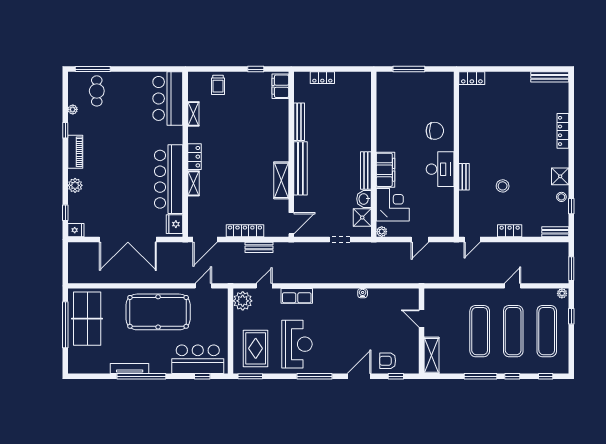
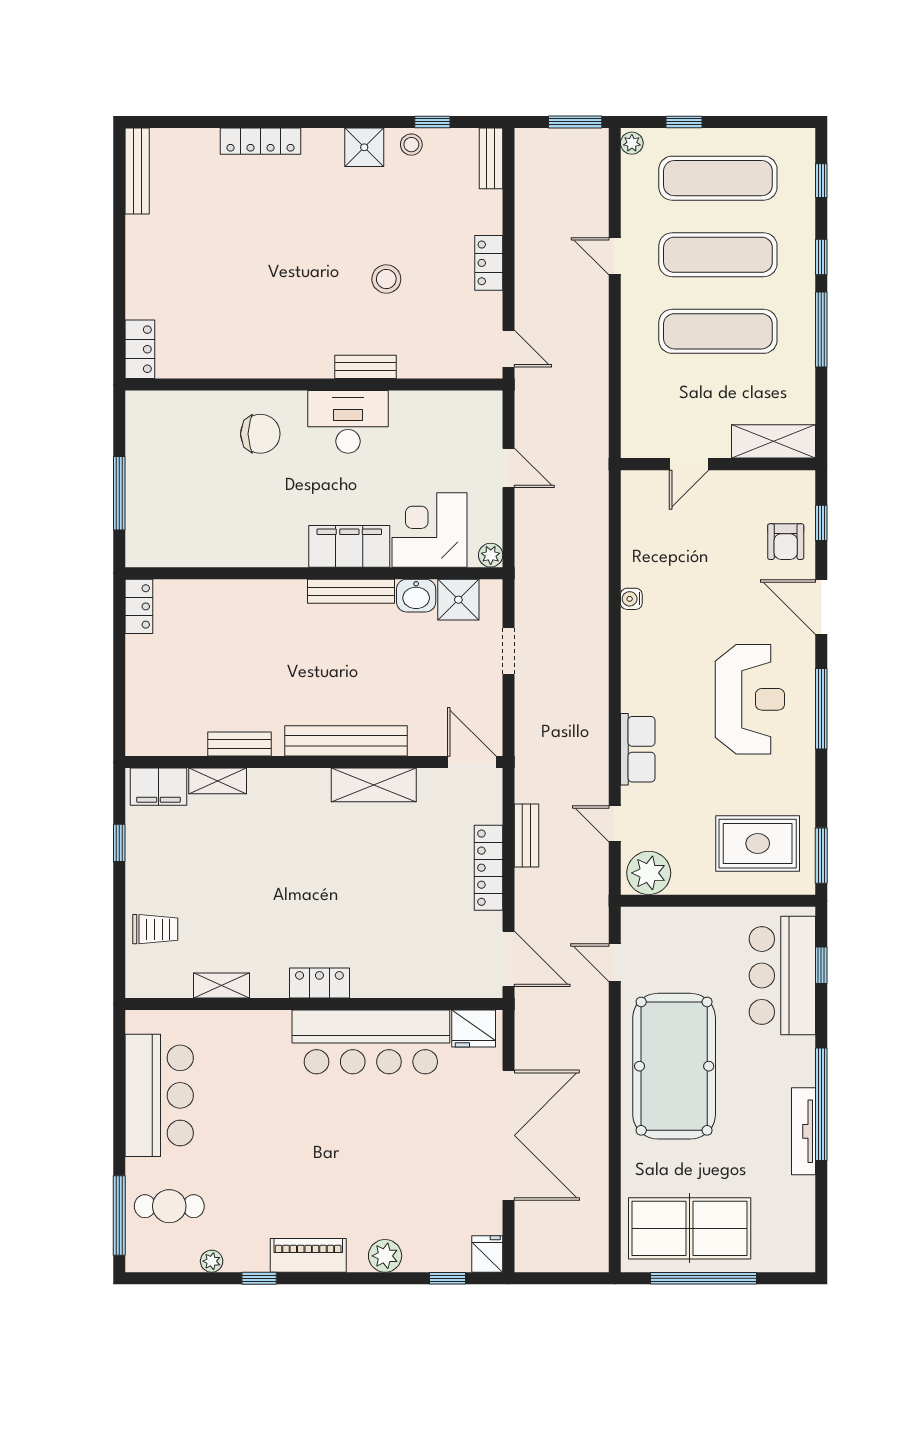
locker: (322, 78) -> (139, 606), moved
bar counter: (168, 98) -> (159, 1095), moved, turned -90
bench: (299, 122) -> (239, 744), width x0.73
chair: (435, 131) -> (260, 434), turned 90
shelving: (194, 183) -> (218, 781), moved
reception desk: (297, 344) -> (750, 699), moved, turned 90

